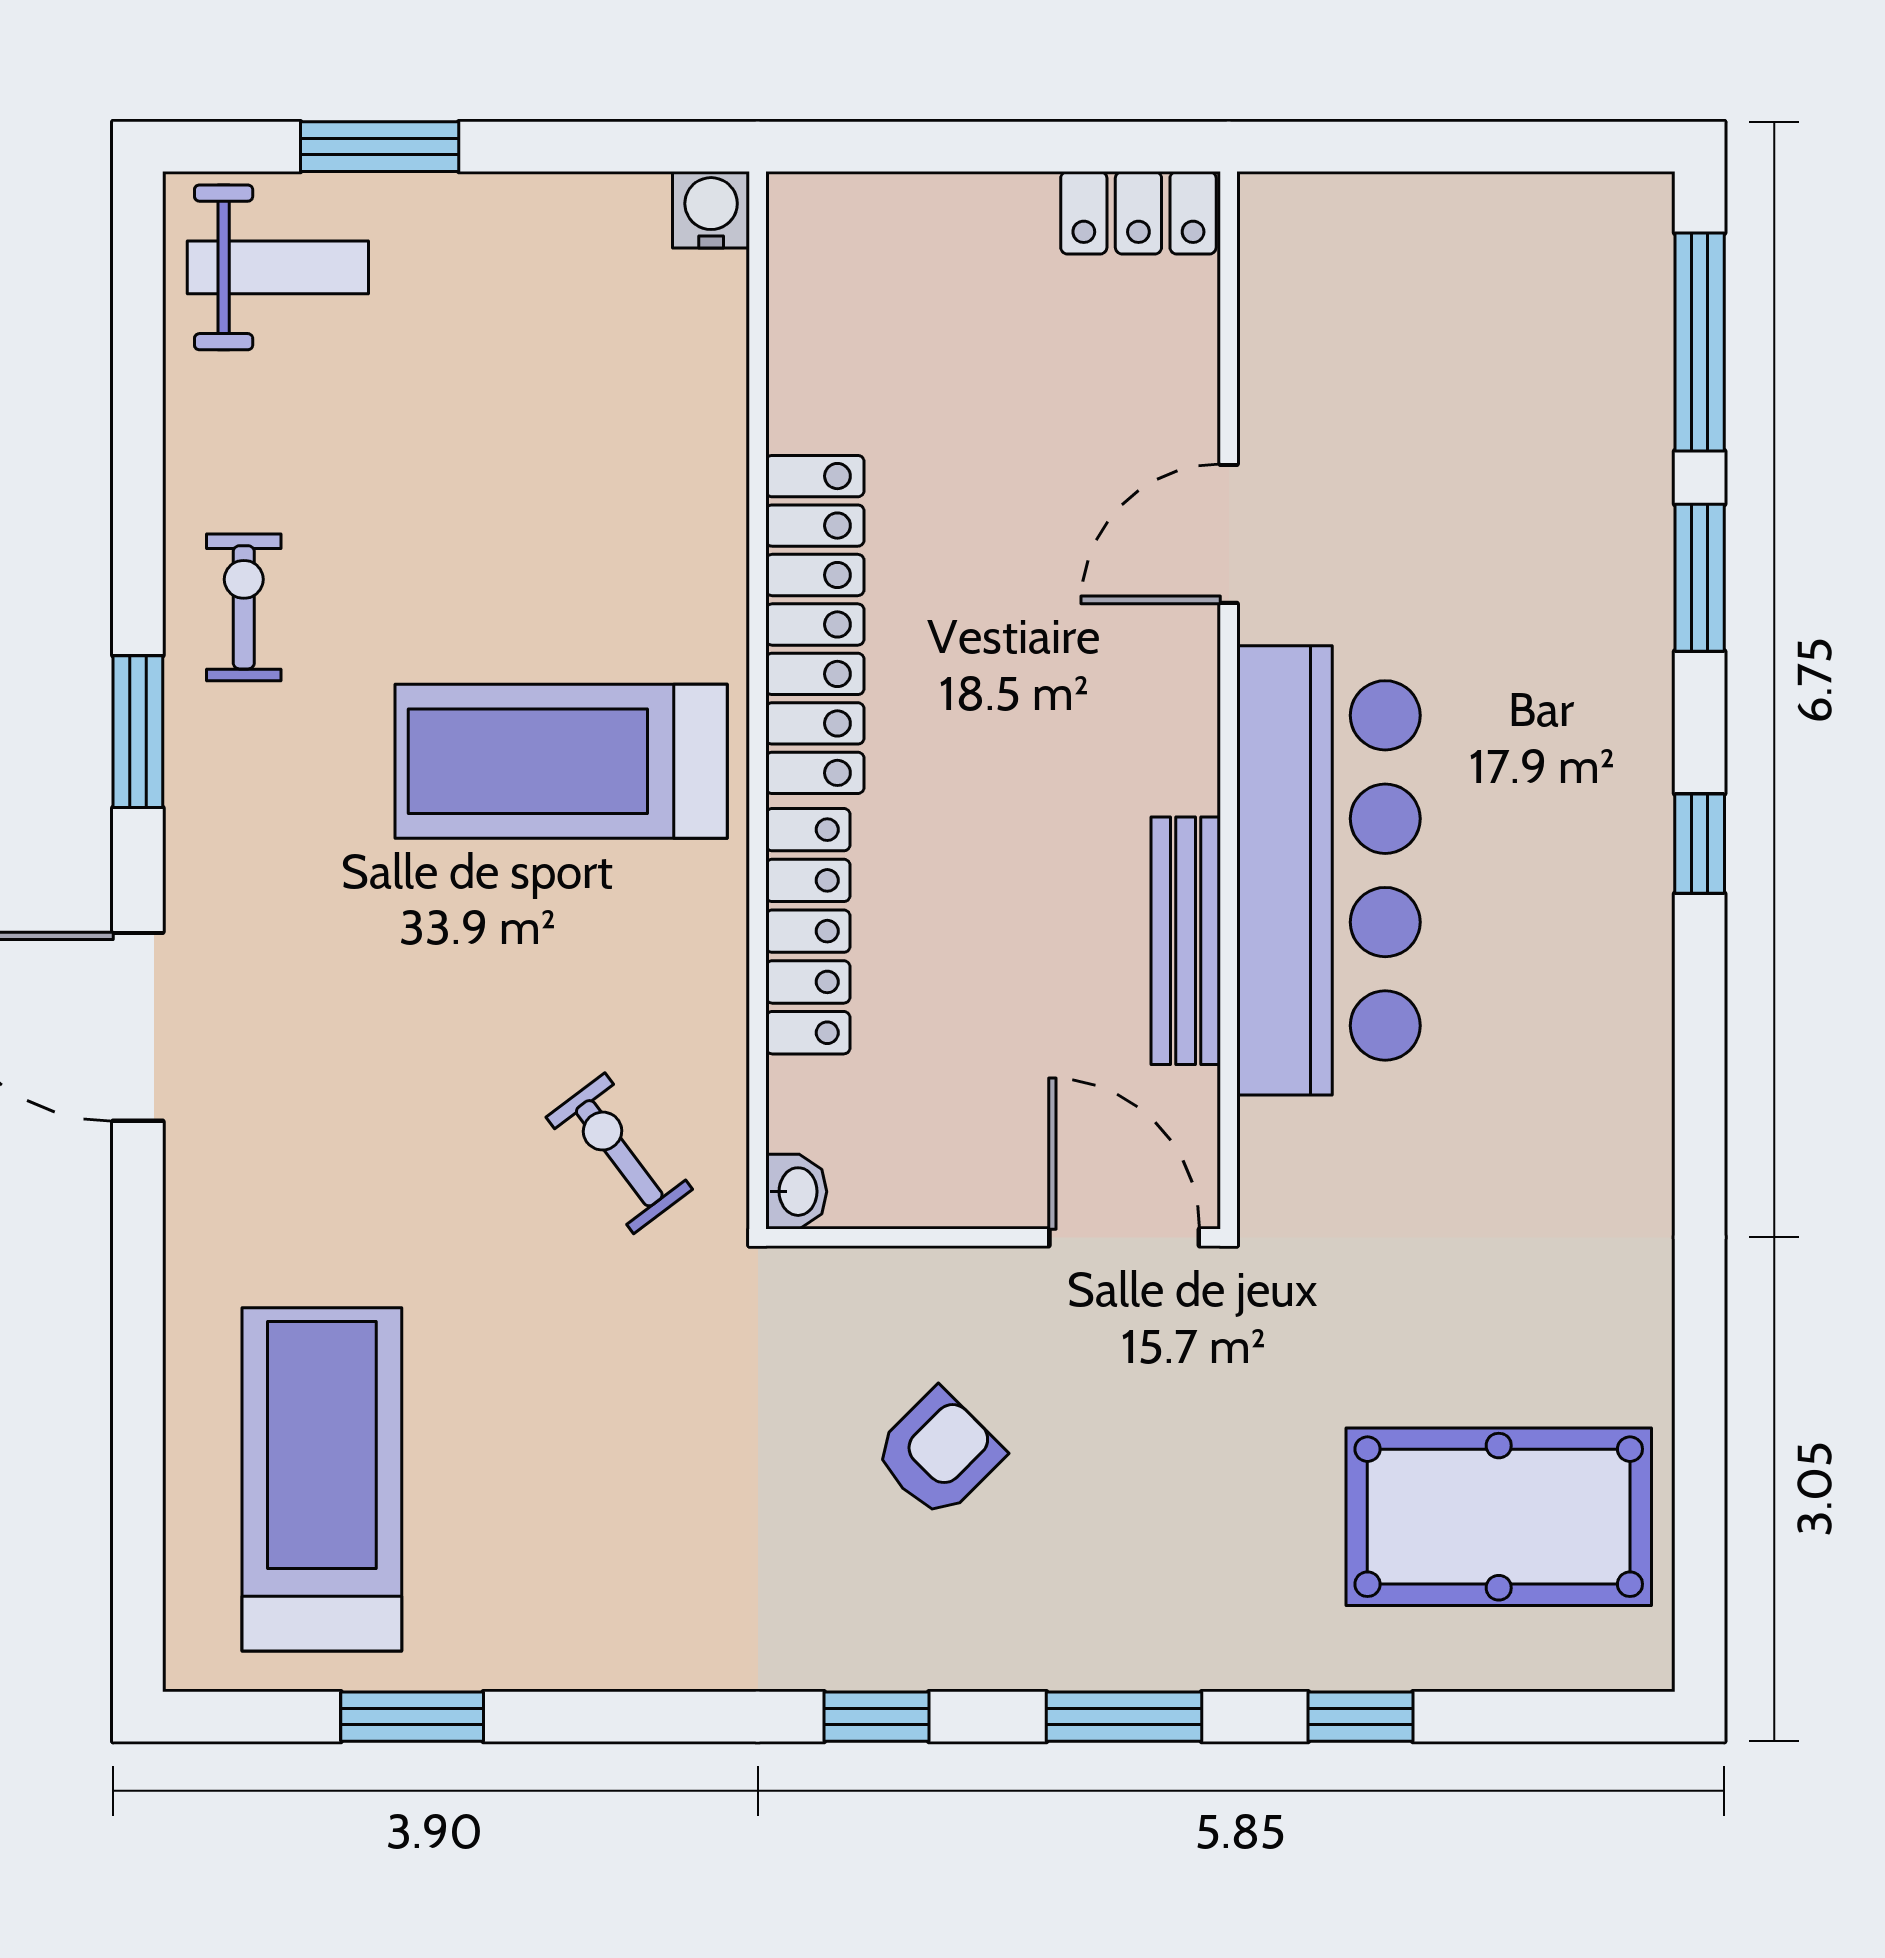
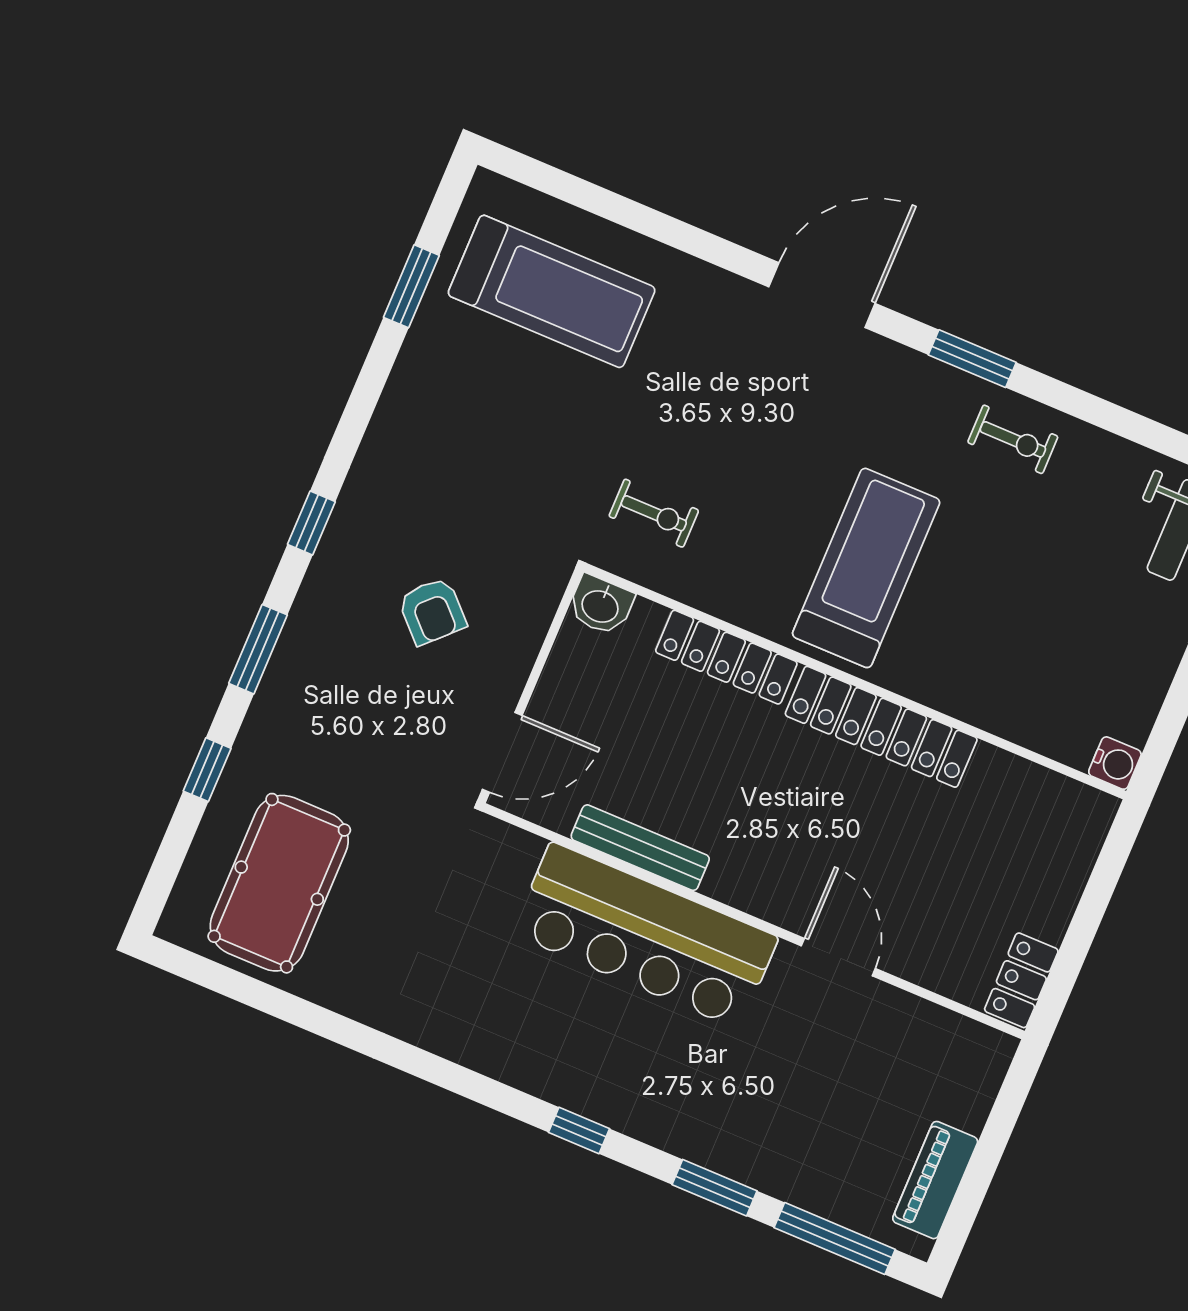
piano: (1532, 216) -> (935, 1180), added
exercise bike: (619, 1153) -> (654, 513), turned 37
washbasin: (796, 1192) -> (601, 605), width x1.38, depth x1.45

